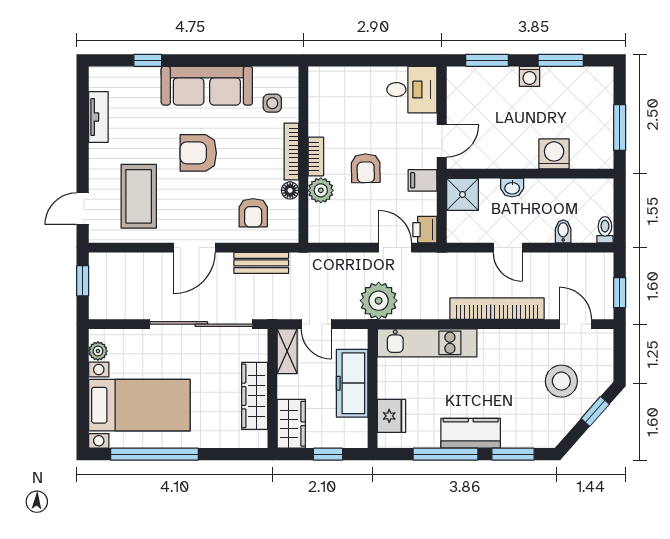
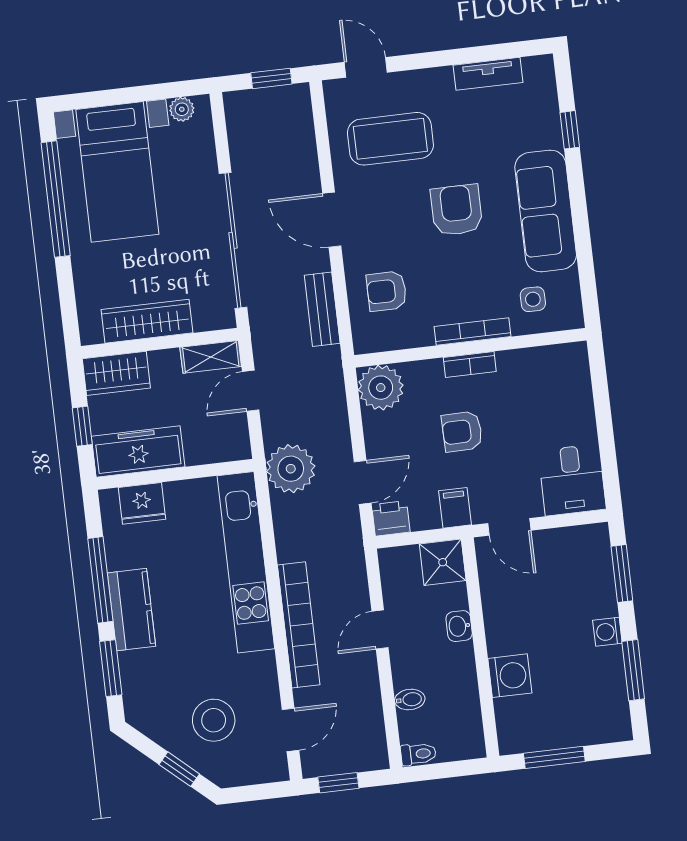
floor lamp: (290, 190) -> (421, 336), removed
plant: (321, 190) -> (381, 388), moved, width x1.36, depth x1.36
kitchen unit: (427, 343) -> (246, 562), width x1.36
freezer: (352, 383) -> (138, 451), moved

